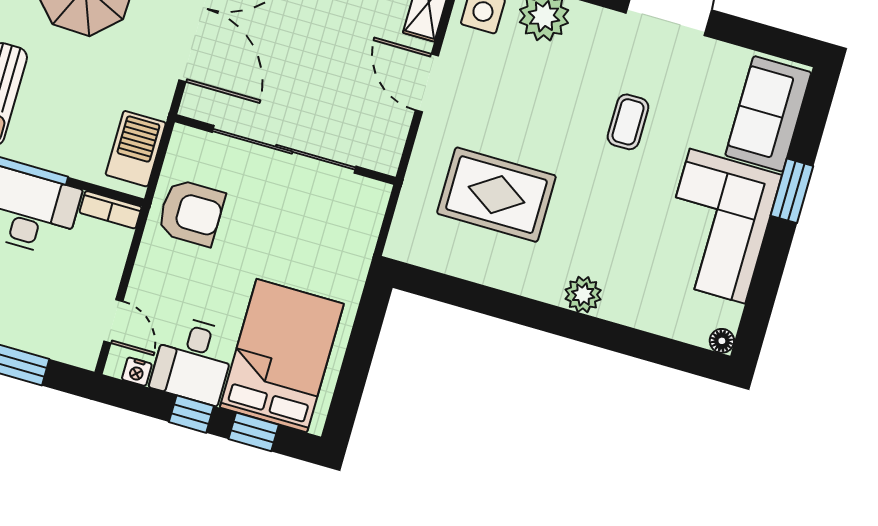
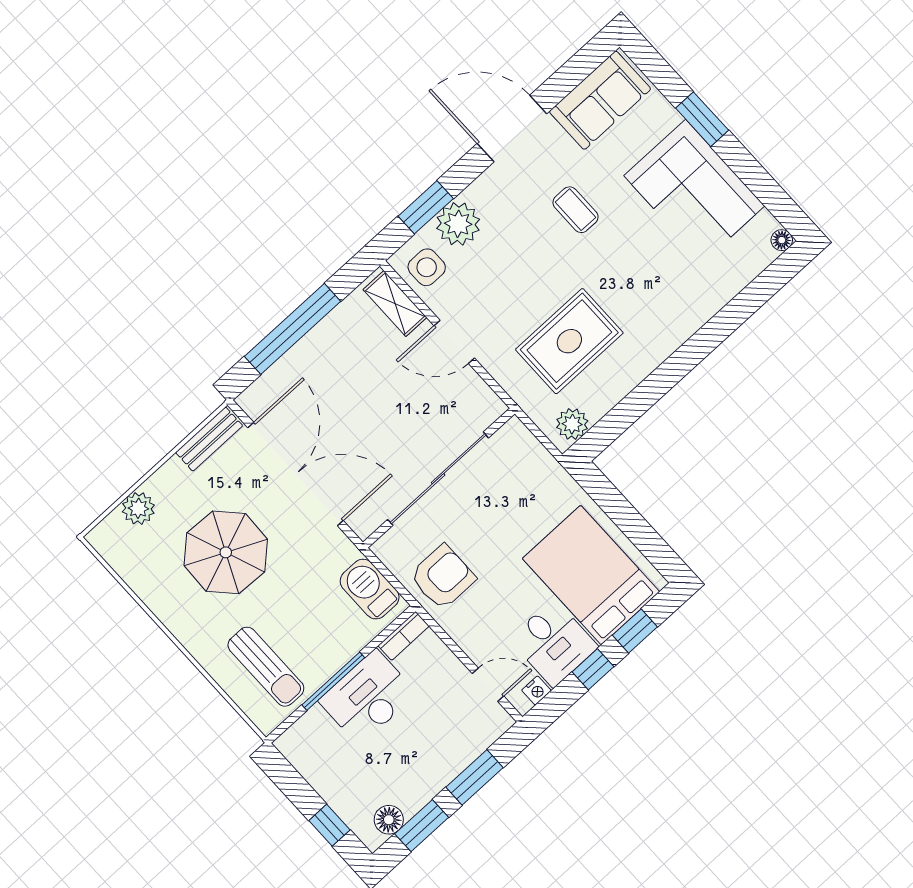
sofa: (768, 114) -> (600, 100), moved, turned -90
plant: (583, 295) -> (572, 424), moved

